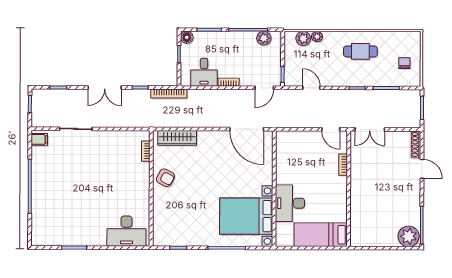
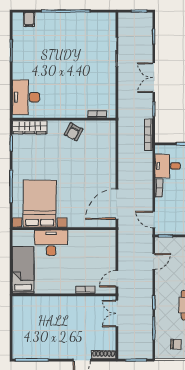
wardrobe: (177, 138) -> (30, 127), moved, turned -90
filing cabinet: (39, 139) -> (29, 19), moved
plant: (409, 236) -> (22, 348), removed

